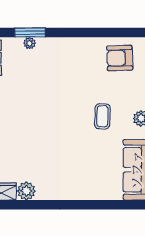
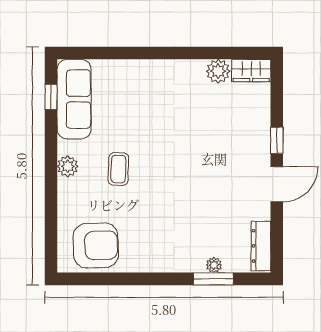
armchair: (120, 58) -> (96, 245), width x1.36, depth x1.36

